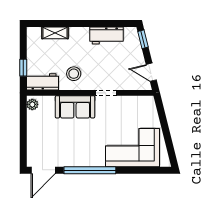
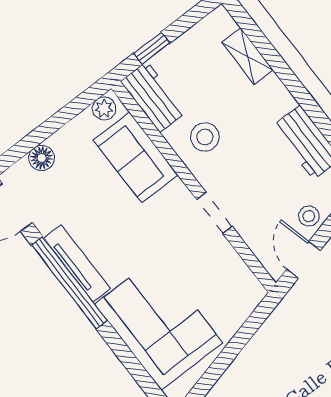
stool: (136, 57) -> (309, 216), added
sofa: (75, 107) -> (136, 158), moved
floor lamp: (33, 144) -> (42, 158), added
tv unit: (85, 161) -> (77, 263), added

